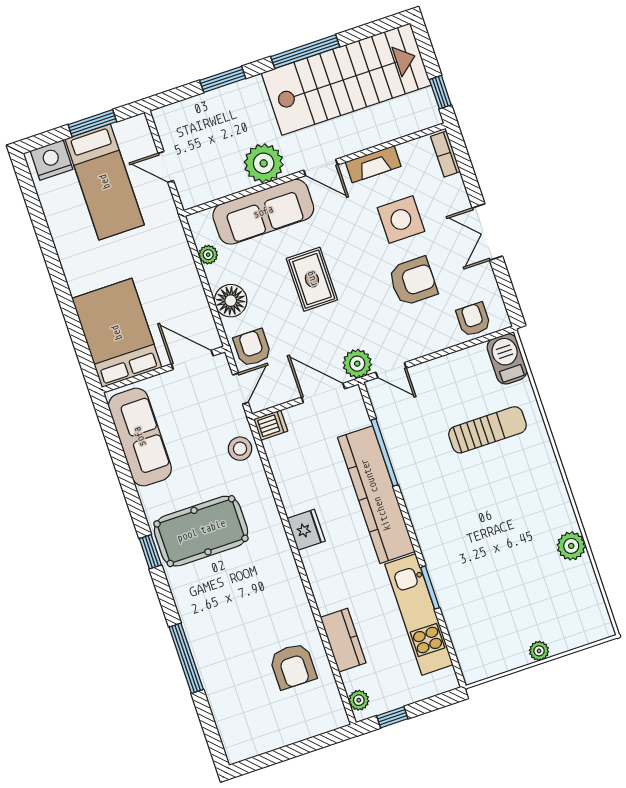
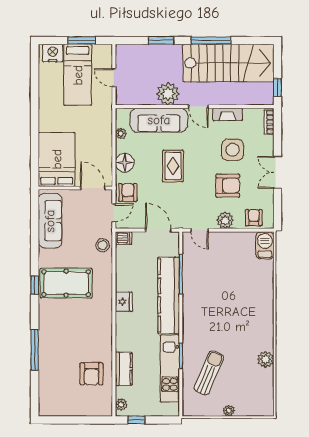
plant: (357, 364) -> (225, 220), moved
sun lounger: (487, 430) -> (209, 373), moved, turned -67

